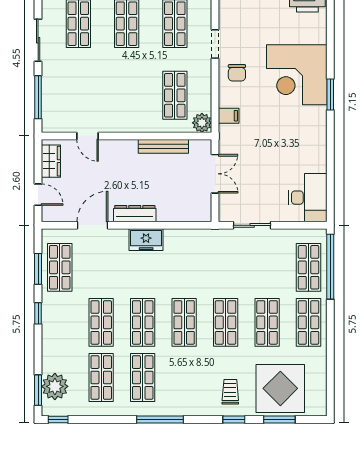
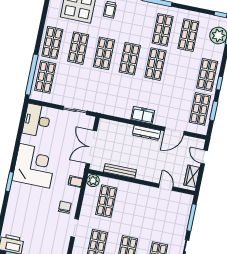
corner desk: (297, 75) -> (35, 166), moved
double door: (215, 174) -> (91, 147), width x1.37
shop shelf: (101, 322) -> (207, 75), moved

